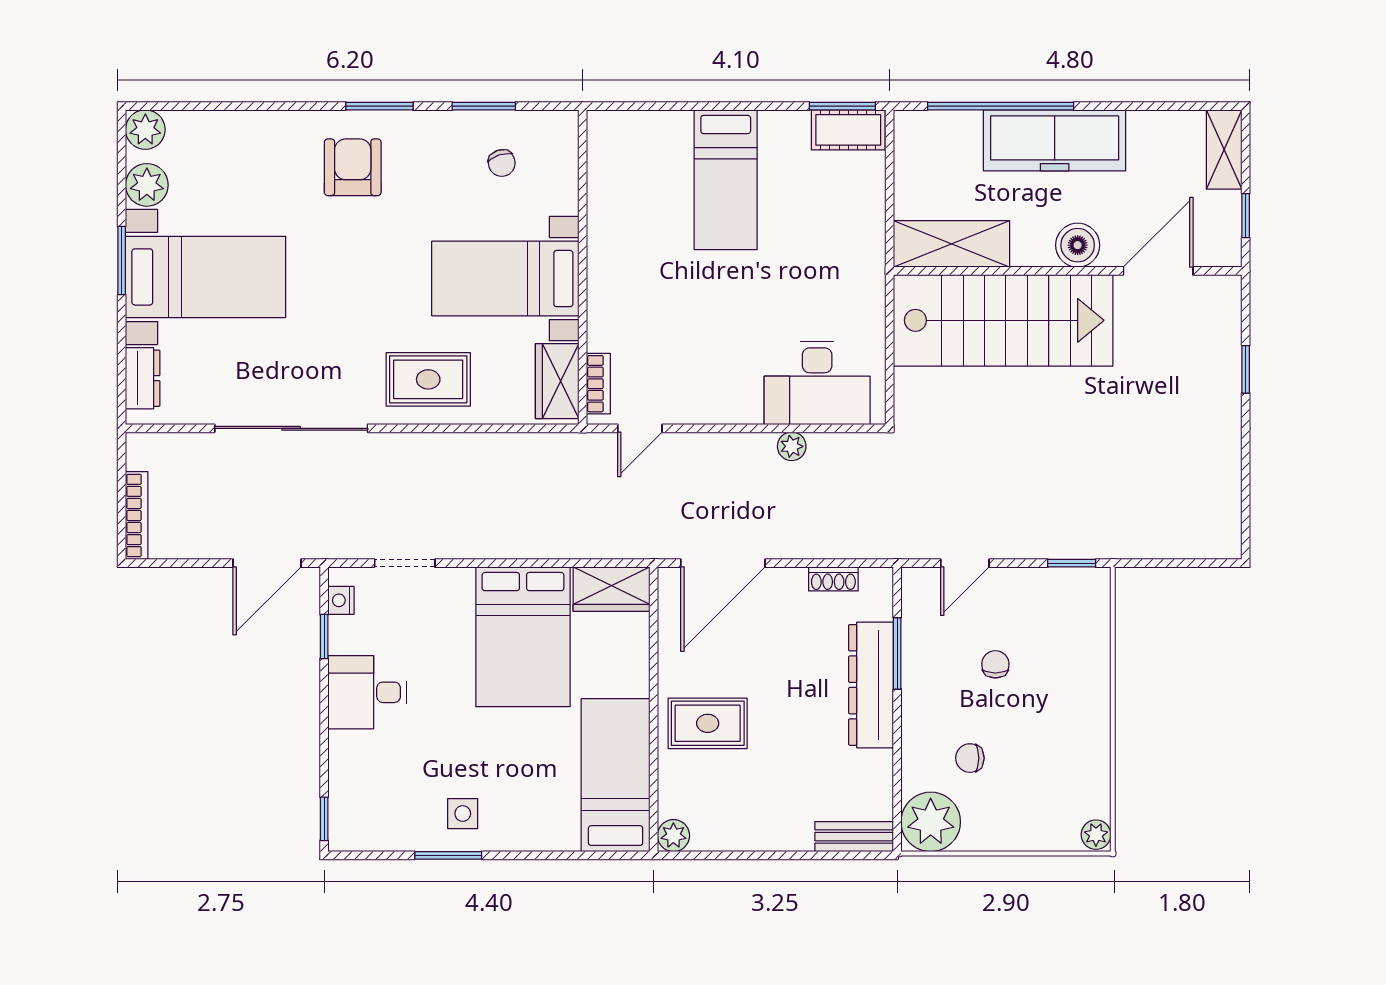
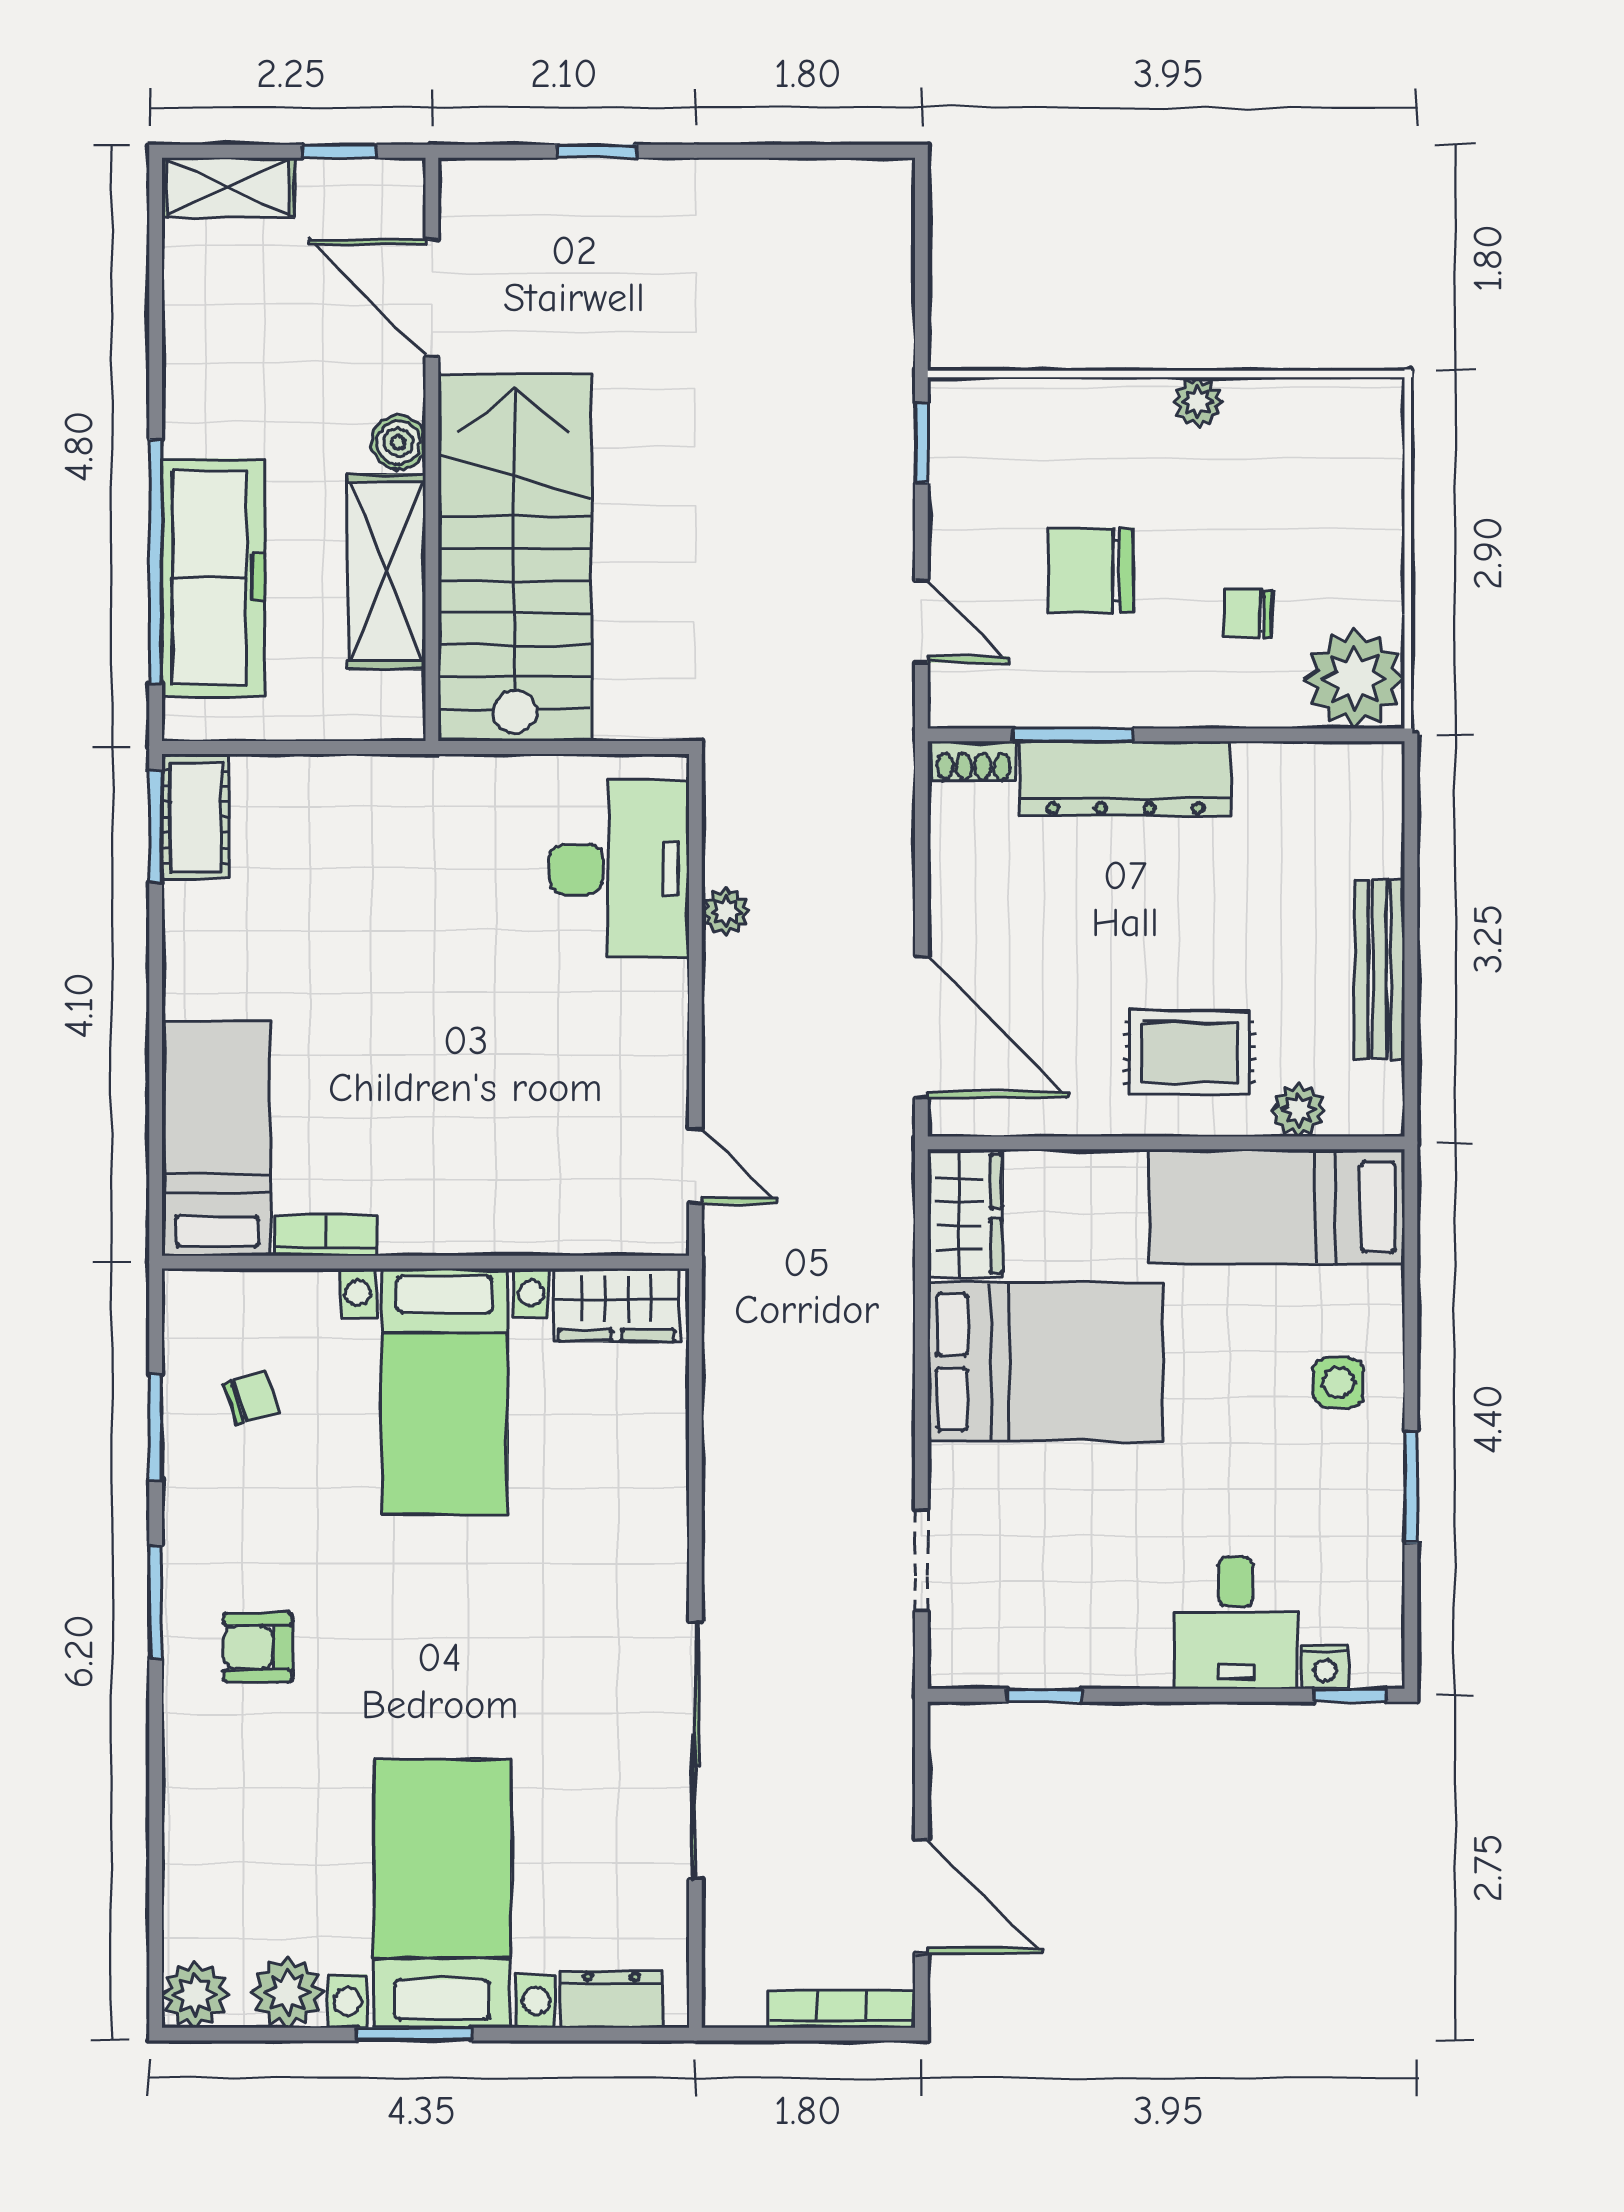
freezer: (1055, 140) -> (213, 578), moved
armchair: (353, 167) -> (258, 1647), width x0.72, depth x0.72
bed: (726, 180) -> (217, 1139), moved, turned -90
shelving: (952, 244) -> (387, 572), moved
boiler: (1078, 245) -> (398, 443), width x0.73, depth x0.73
rug: (428, 379) -> (614, 1521), removed
bookcase: (598, 384) -> (326, 1236), moved
door: (267, 563) -> (921, 1897), moved
shoe rack: (833, 579) -> (973, 761), moved, turned 90
nightstand: (341, 600) -> (1325, 1667), moved
chair: (995, 664) -> (1091, 571), width x1.87, depth x1.87
desk: (367, 692) -> (1236, 1623), moved
rug: (708, 723) -> (1190, 1053), turned 90
chair: (970, 758) -> (1248, 613), turned 92
side table: (463, 814) -> (1338, 1383), moved
plant: (1096, 835) -> (1198, 402), moved
plant: (673, 836) -> (1299, 1110), moved
bench: (854, 837) -> (1380, 969), moved, width x1.36

